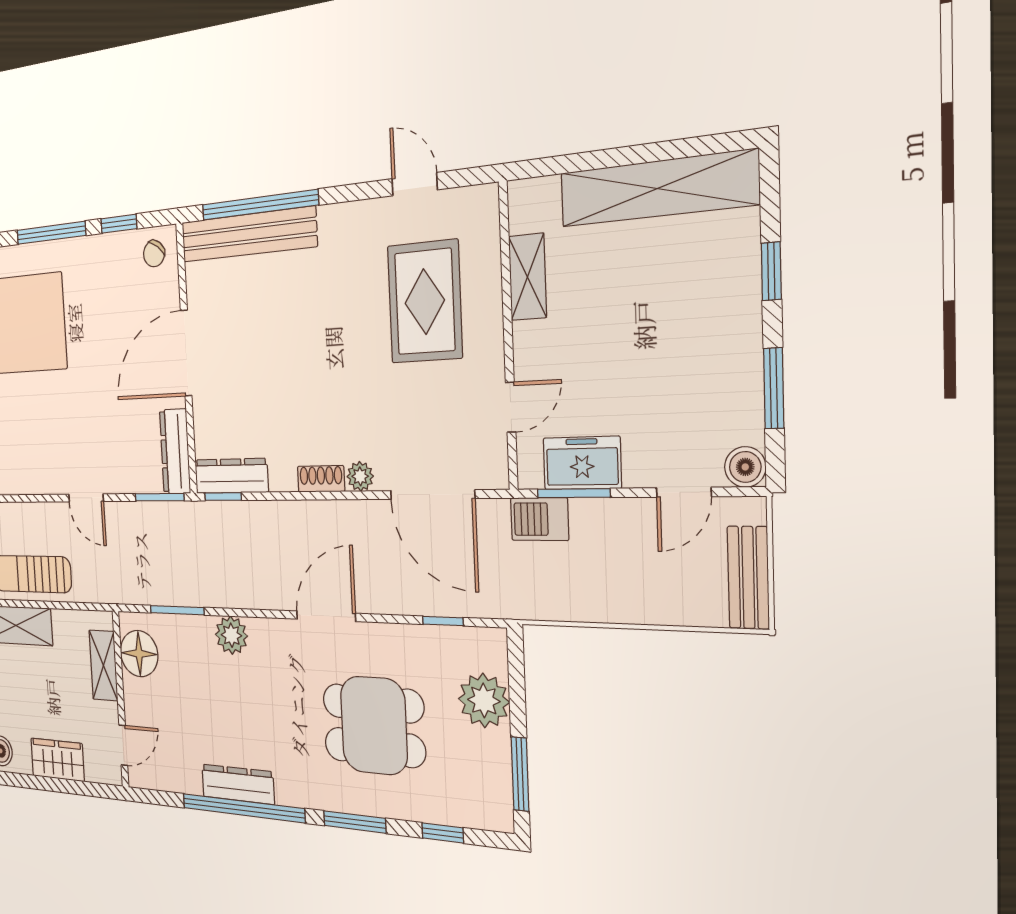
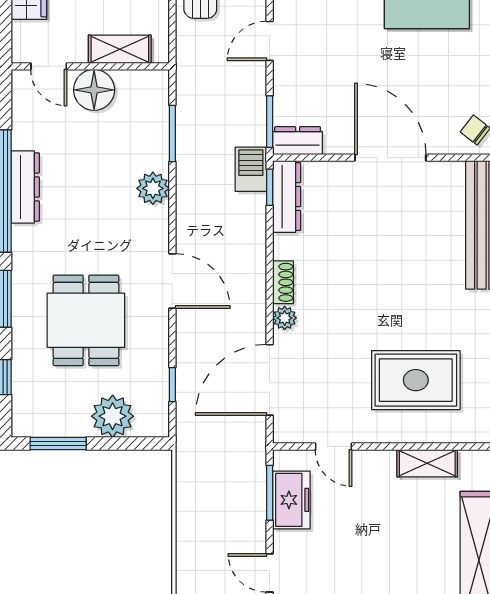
dresser: (175, 451) -> (298, 141), width x0.70
barbecue: (540, 519) -> (251, 169), moved
floor lamp: (139, 654) -> (94, 90), moved

